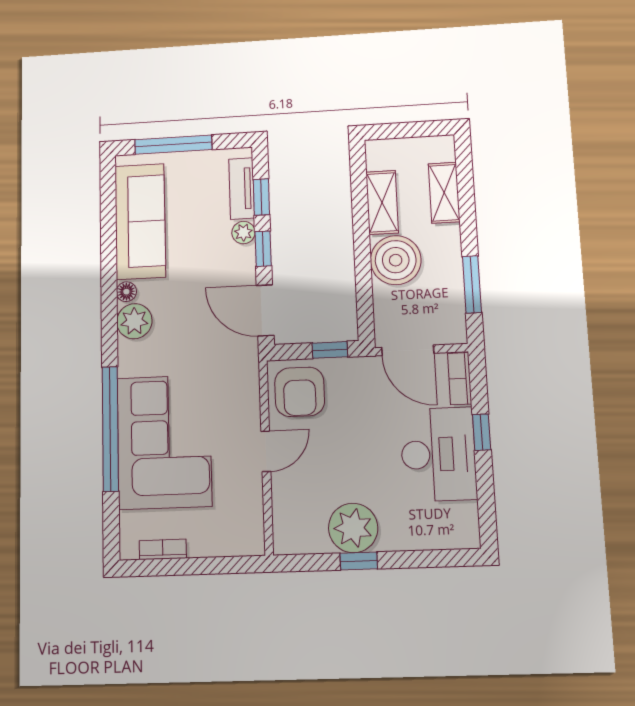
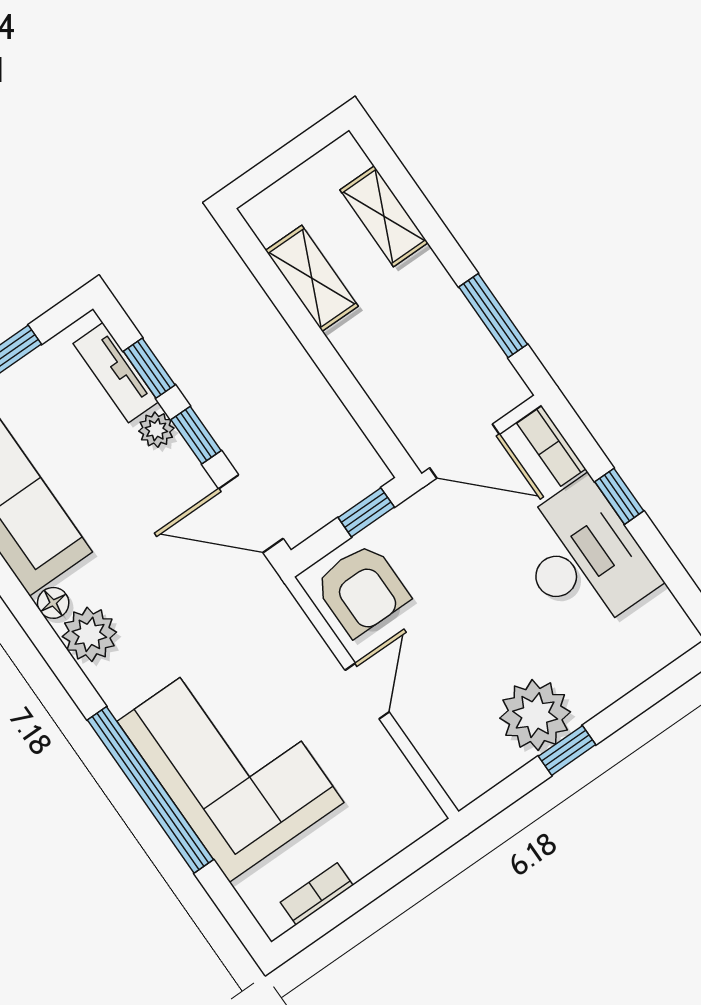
boiler: (396, 260) -> (377, 344), removed

